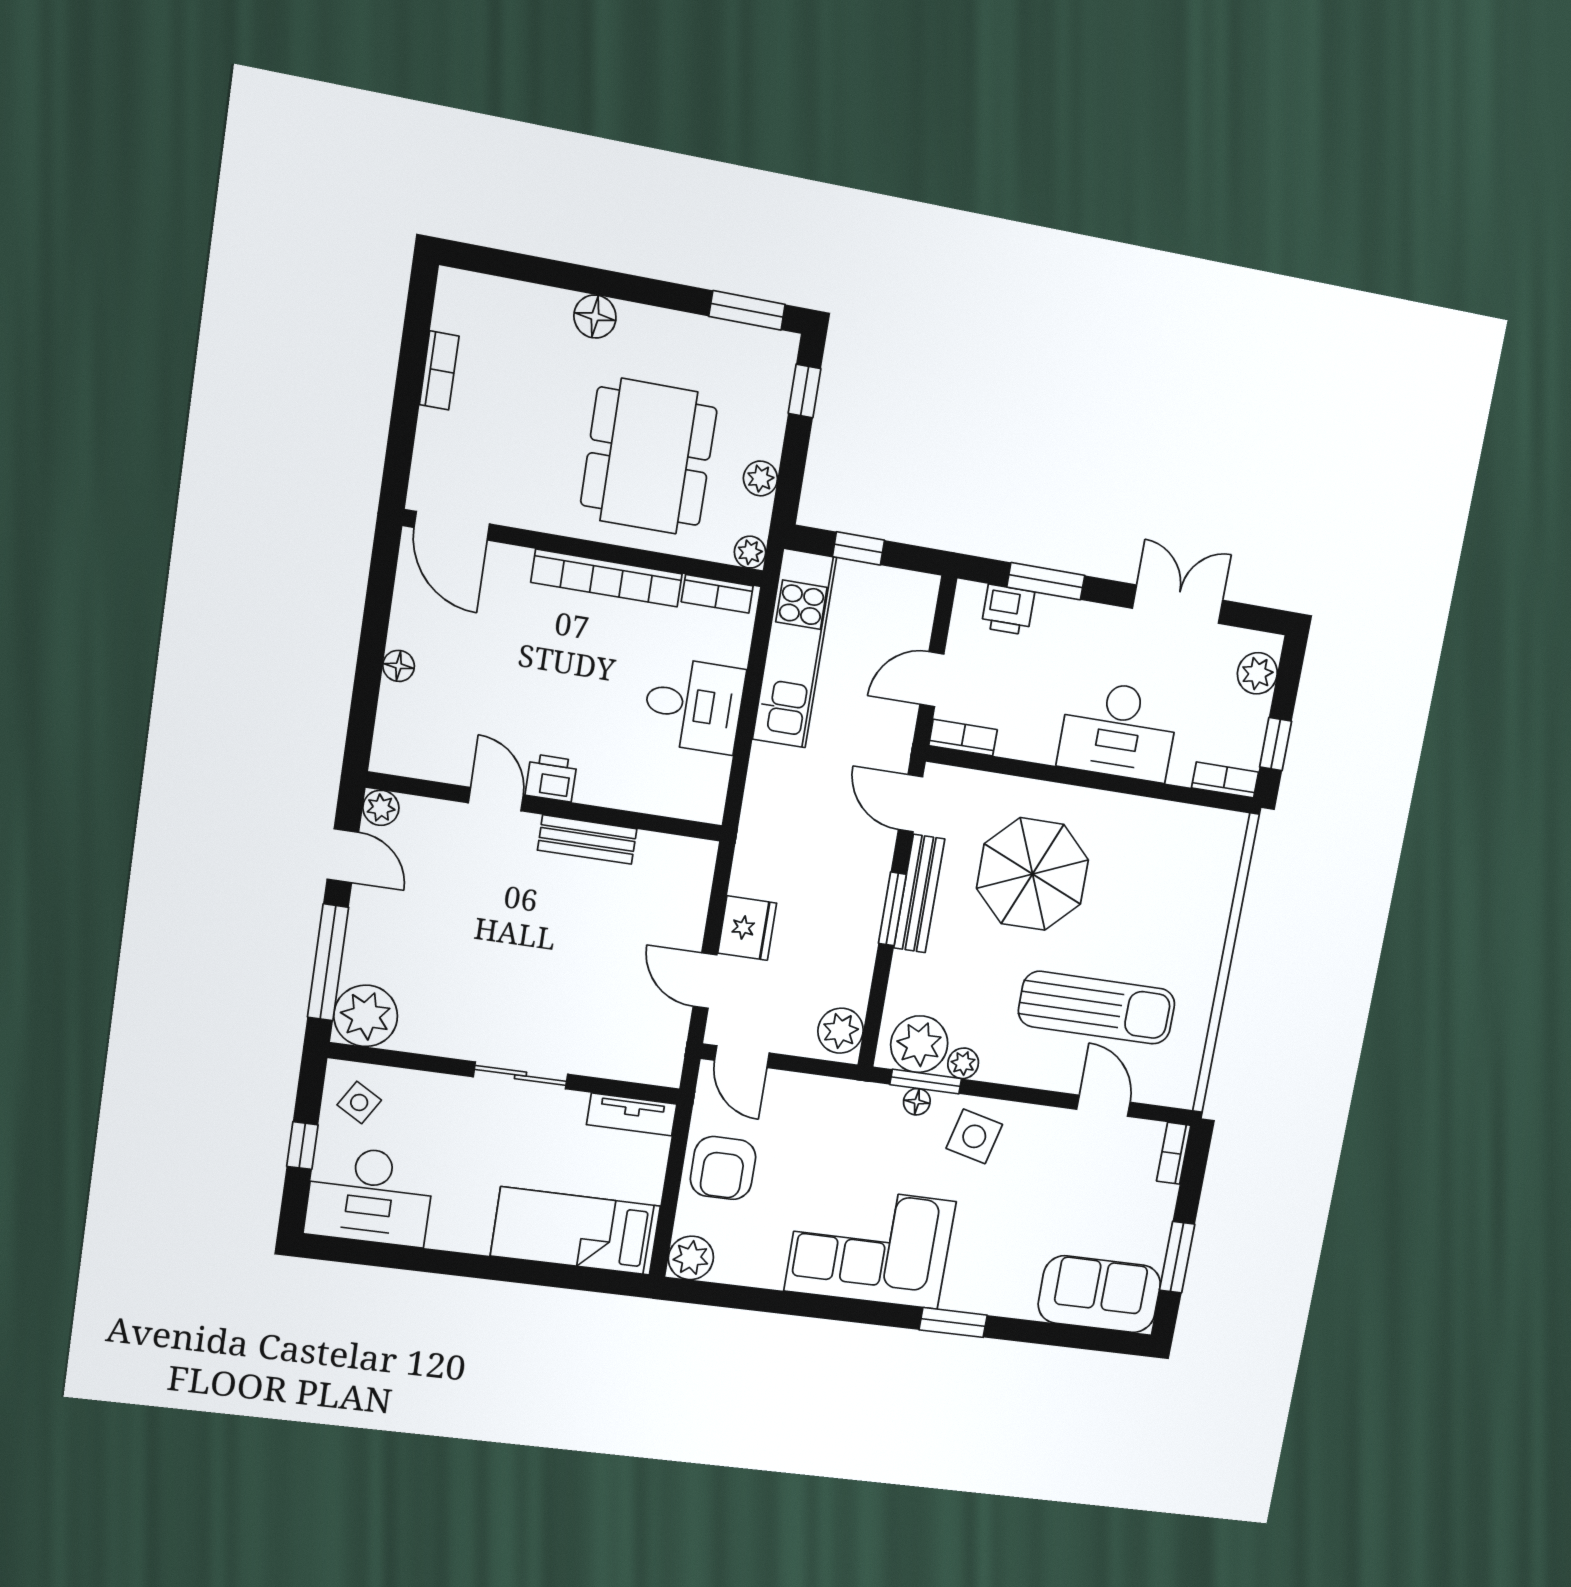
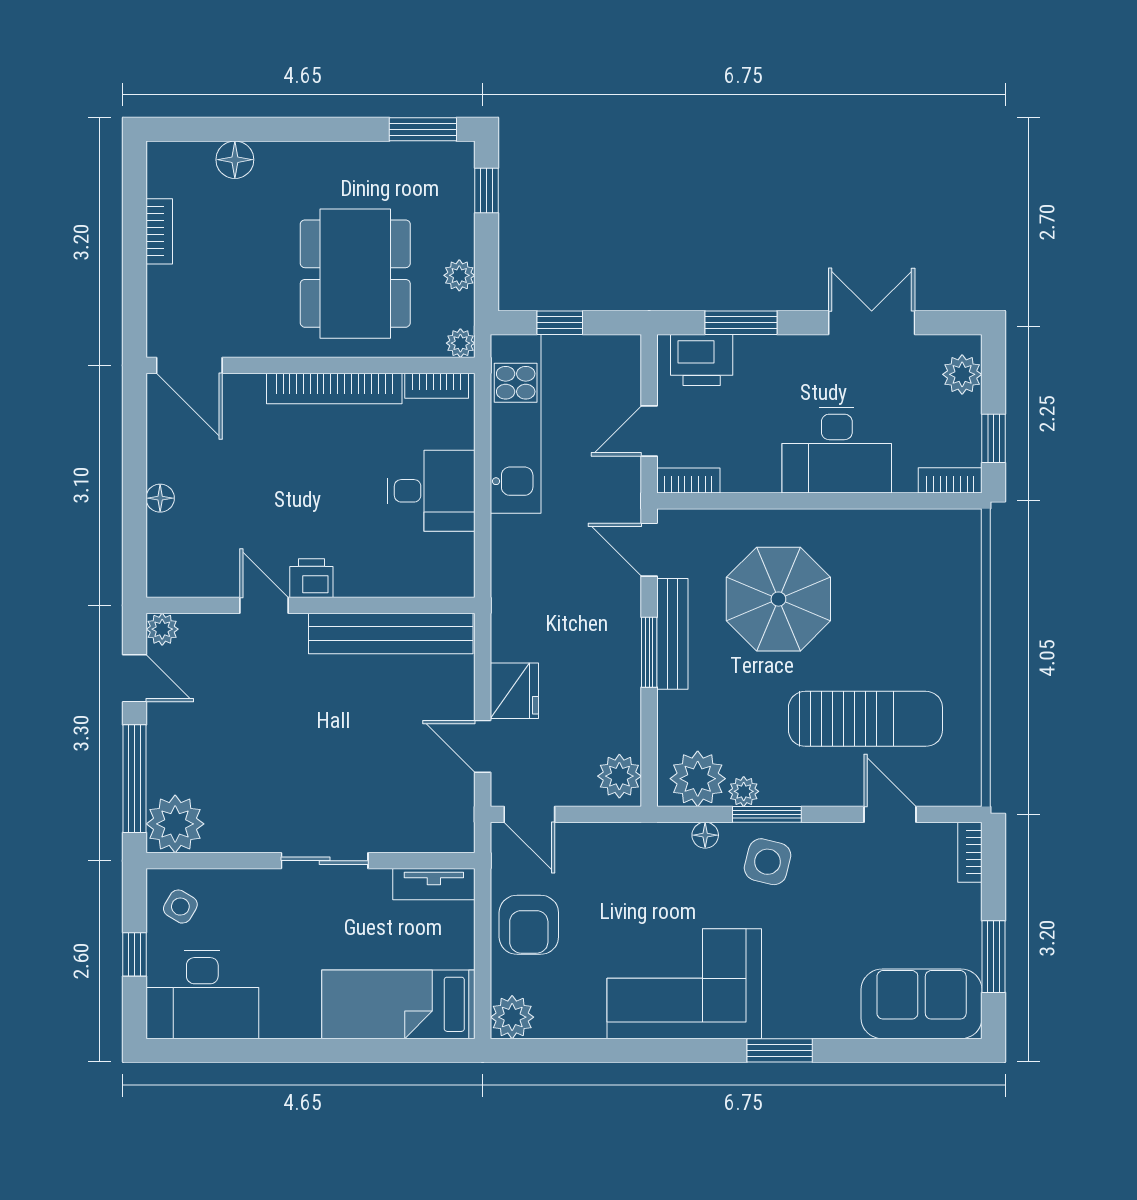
floor lamp: (595, 317) -> (235, 160), moved
printer: (1008, 610) -> (702, 360), width x1.36, depth x1.24
bench: (587, 840) -> (391, 633), width x1.86, depth x1.21
window: (926, 1082) -> (767, 814), moved

